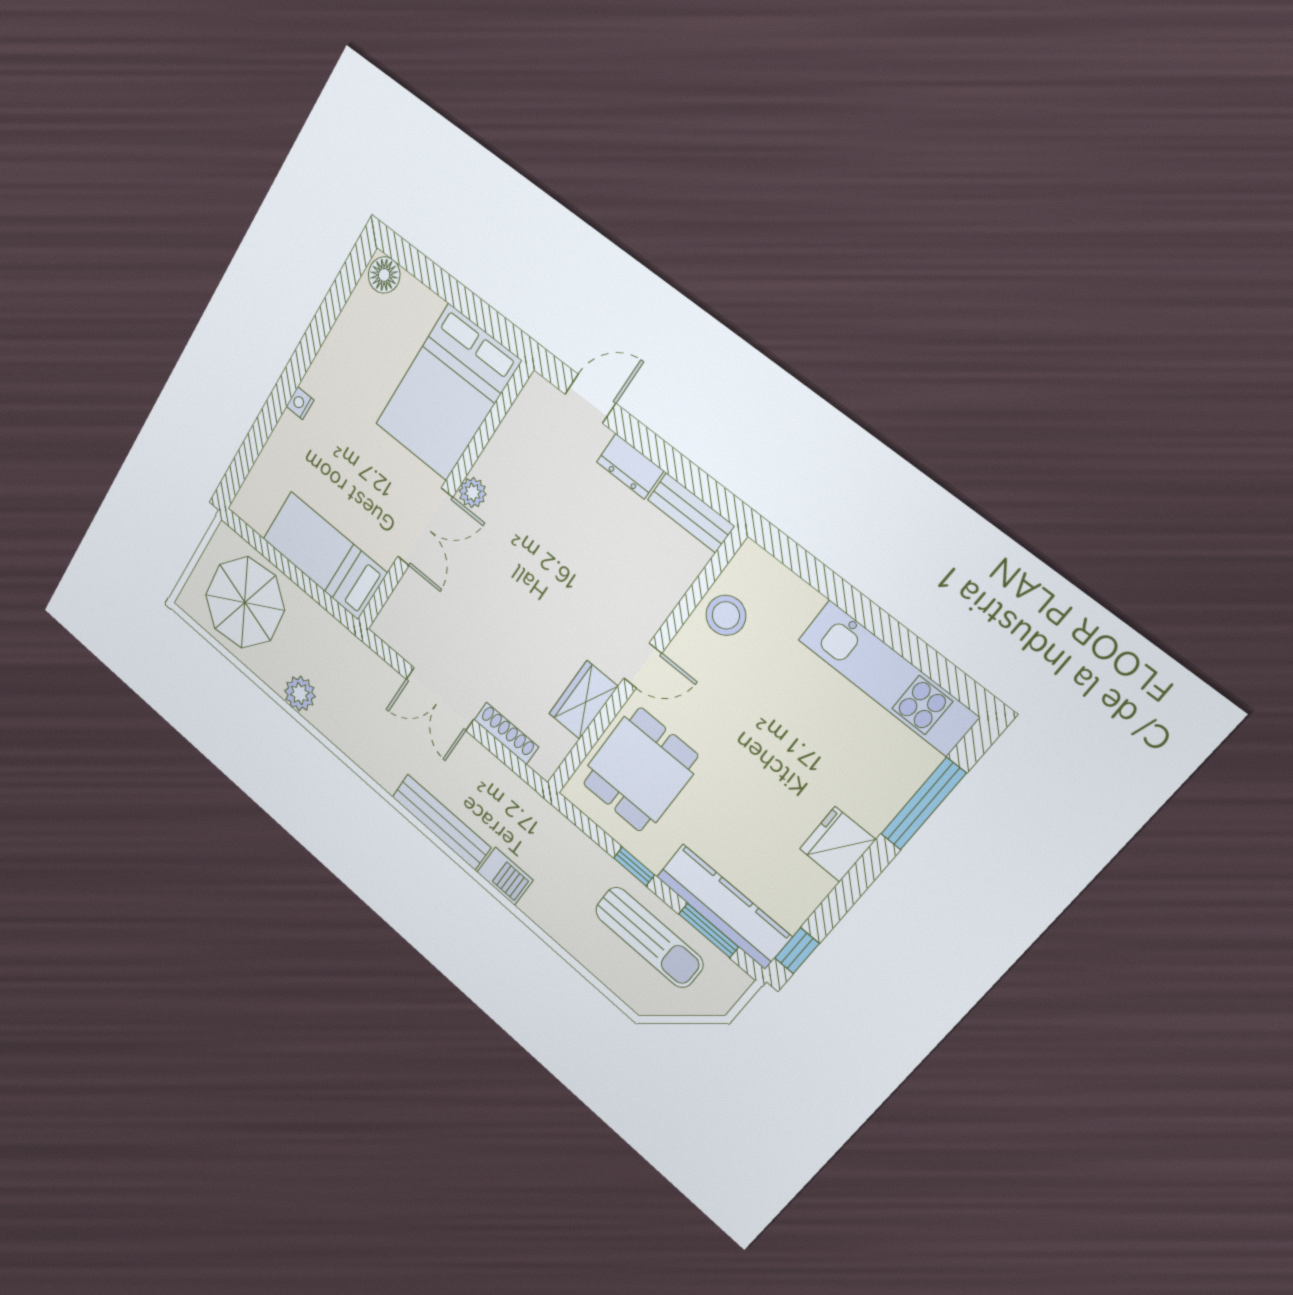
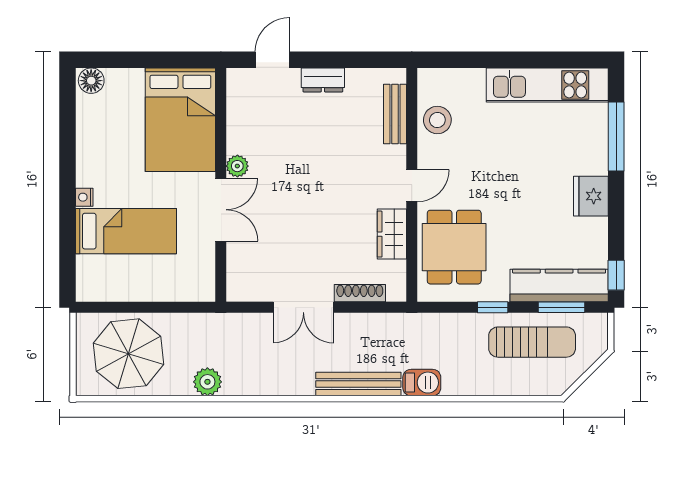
bench: (691, 513) -> (395, 114), moved, turned 90
bed: (325, 556) -> (126, 231), moved, turned 180

